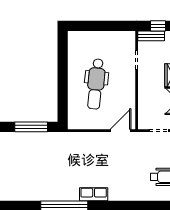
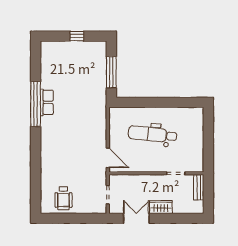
window: (158, 26) -> (208, 194), removed
row of seats: (94, 194) -> (47, 102), moved

